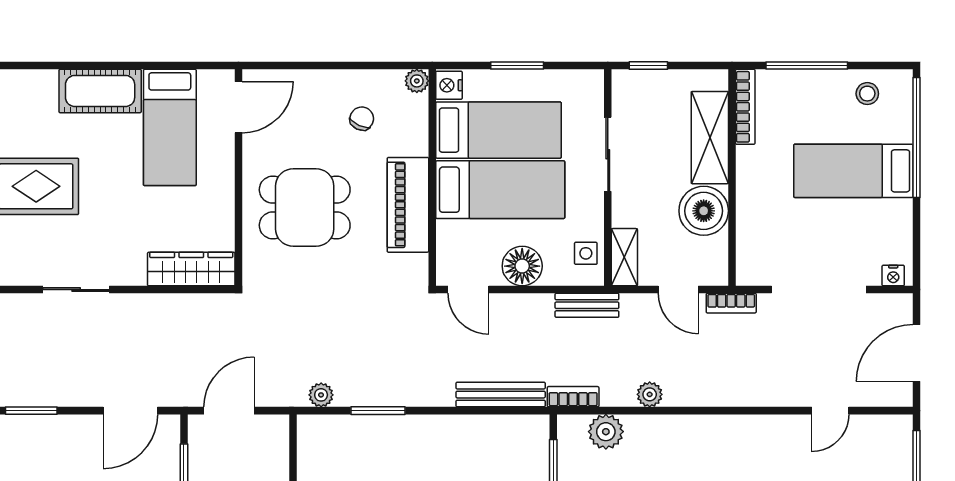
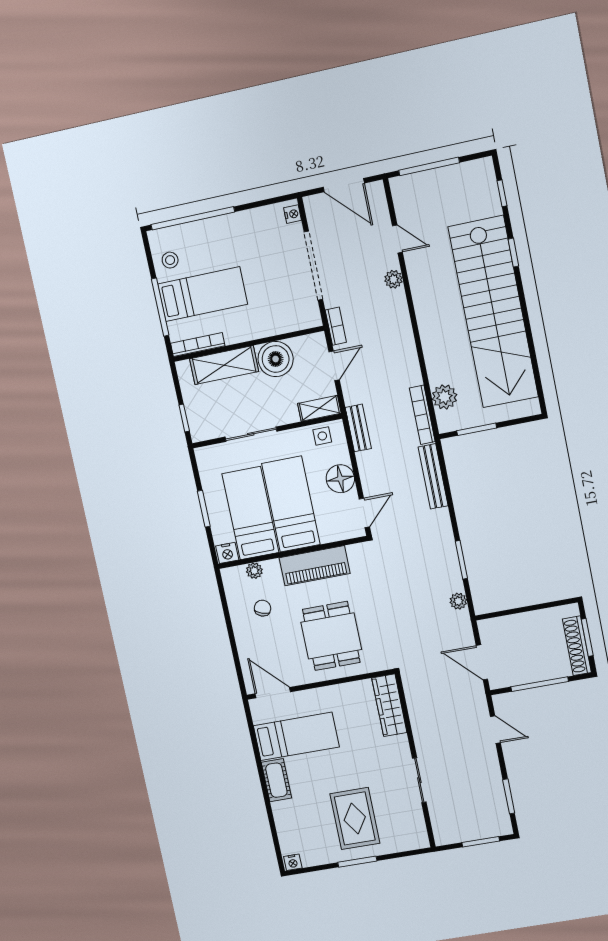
plant: (417, 81) -> (254, 571), moved
cot: (100, 91) -> (276, 780), width x0.73, depth x0.75
chair: (362, 119) -> (263, 608), turned 85
bed: (853, 171) -> (203, 294), moved, turned -90
plant: (650, 394) -> (393, 279), moved
bookcase: (573, 397) -> (422, 415), width x1.56
door: (130, 411) -> (495, 730), width x0.73

